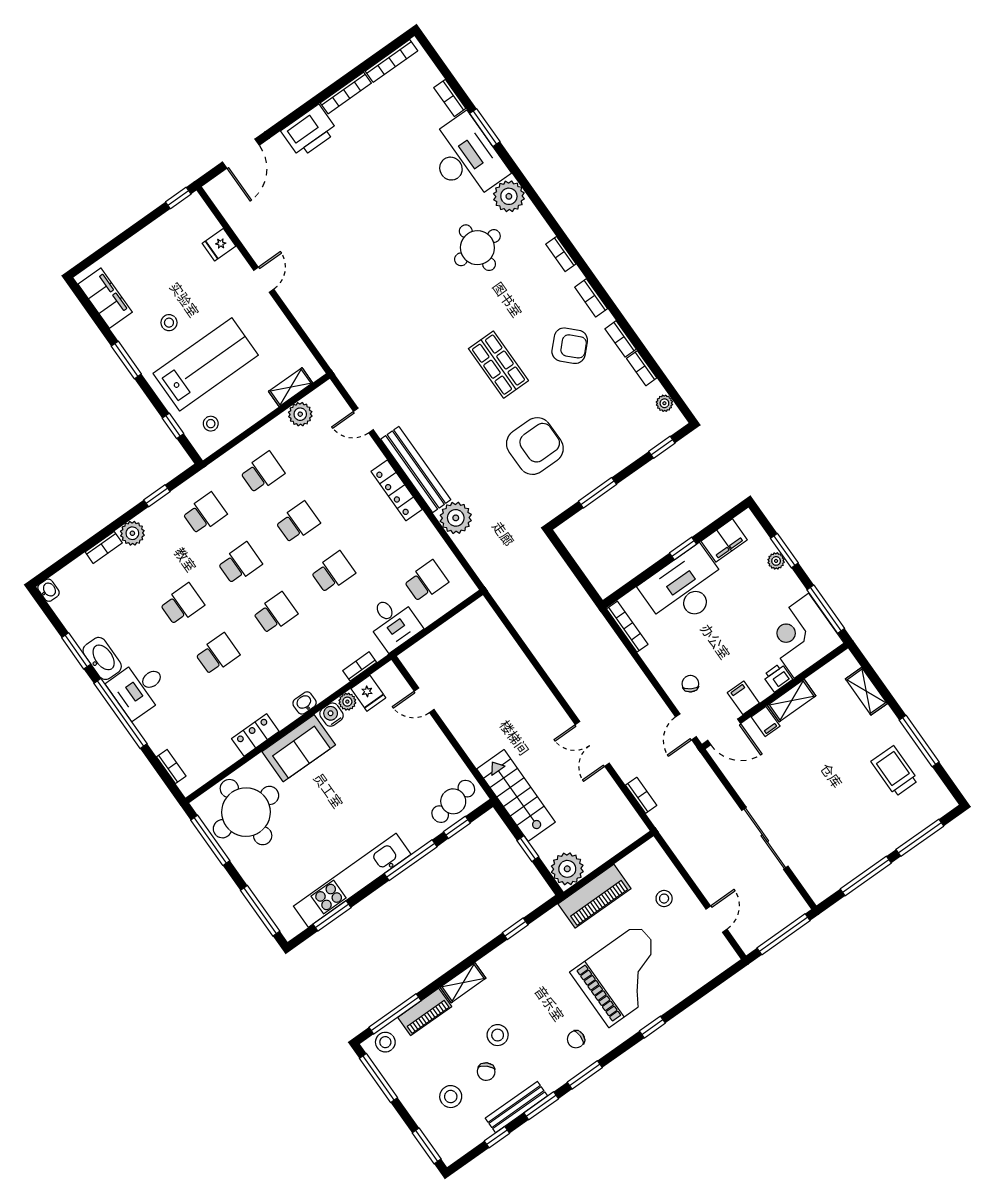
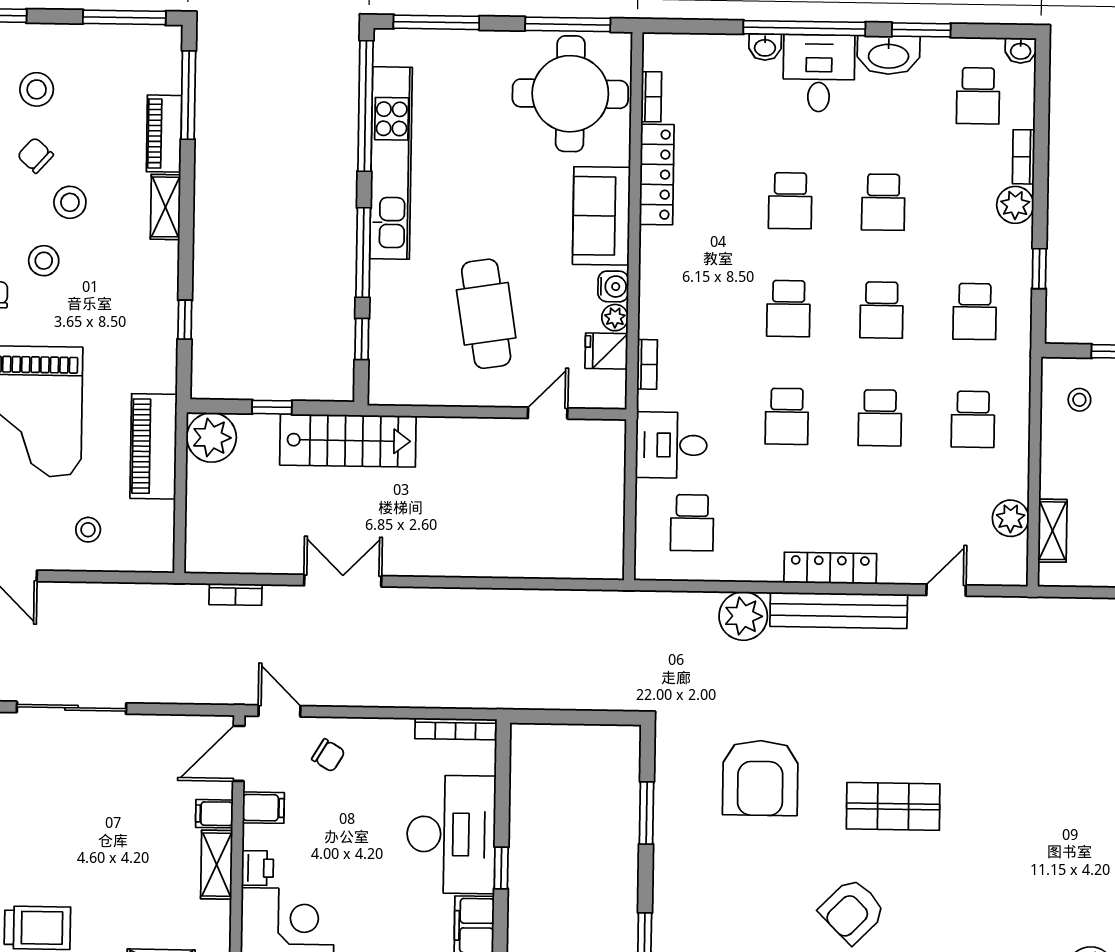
round table: (477, 248) -> (1056, 886), removed
school desk: (89, 595) -> (978, 96), added
washbasin: (305, 703) -> (765, 47), moved, turned 90
locker: (255, 735) -> (657, 174), width x1.53
bookcase: (171, 766) -> (651, 97), moved, turned -90
cafe table: (453, 801) -> (486, 314), moved, width x1.37, depth x1.35
window: (332, 916) -> (365, 106), width x2.11
stool: (385, 1042) -> (44, 261), moved

